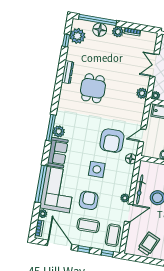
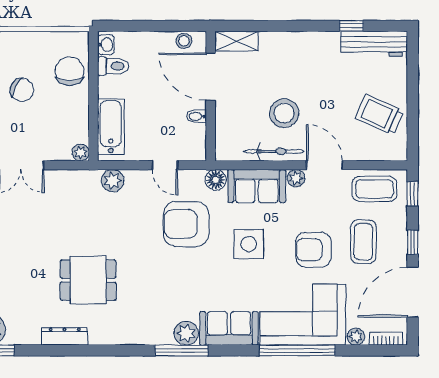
plant: (142, 93) -> (113, 181), moved
armchair: (112, 141) -> (186, 224), turned 180
sofa: (124, 178) -> (257, 186), added

